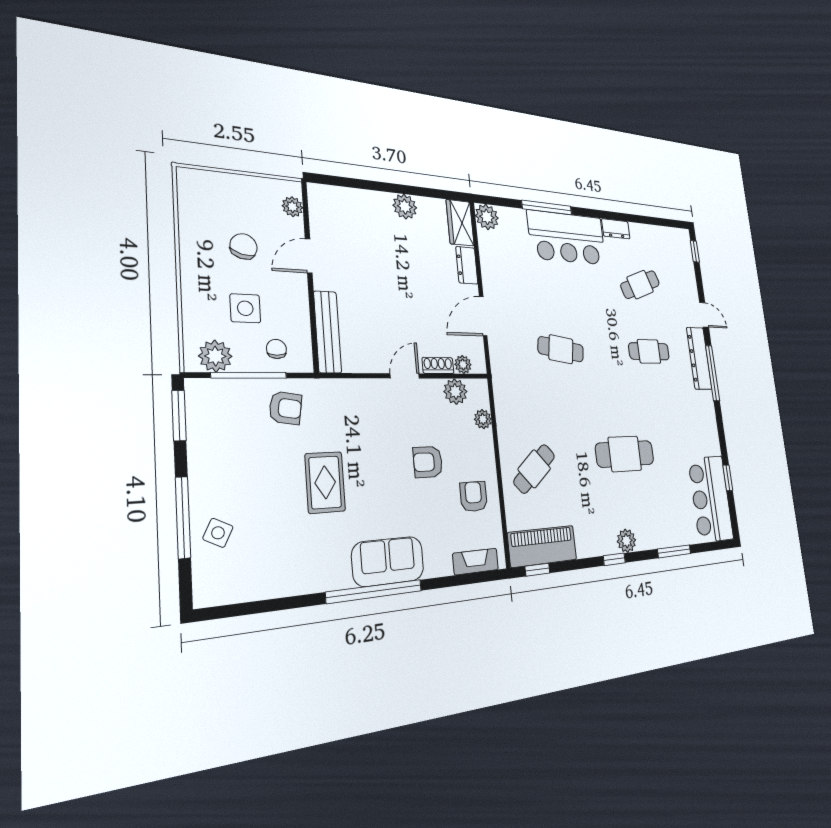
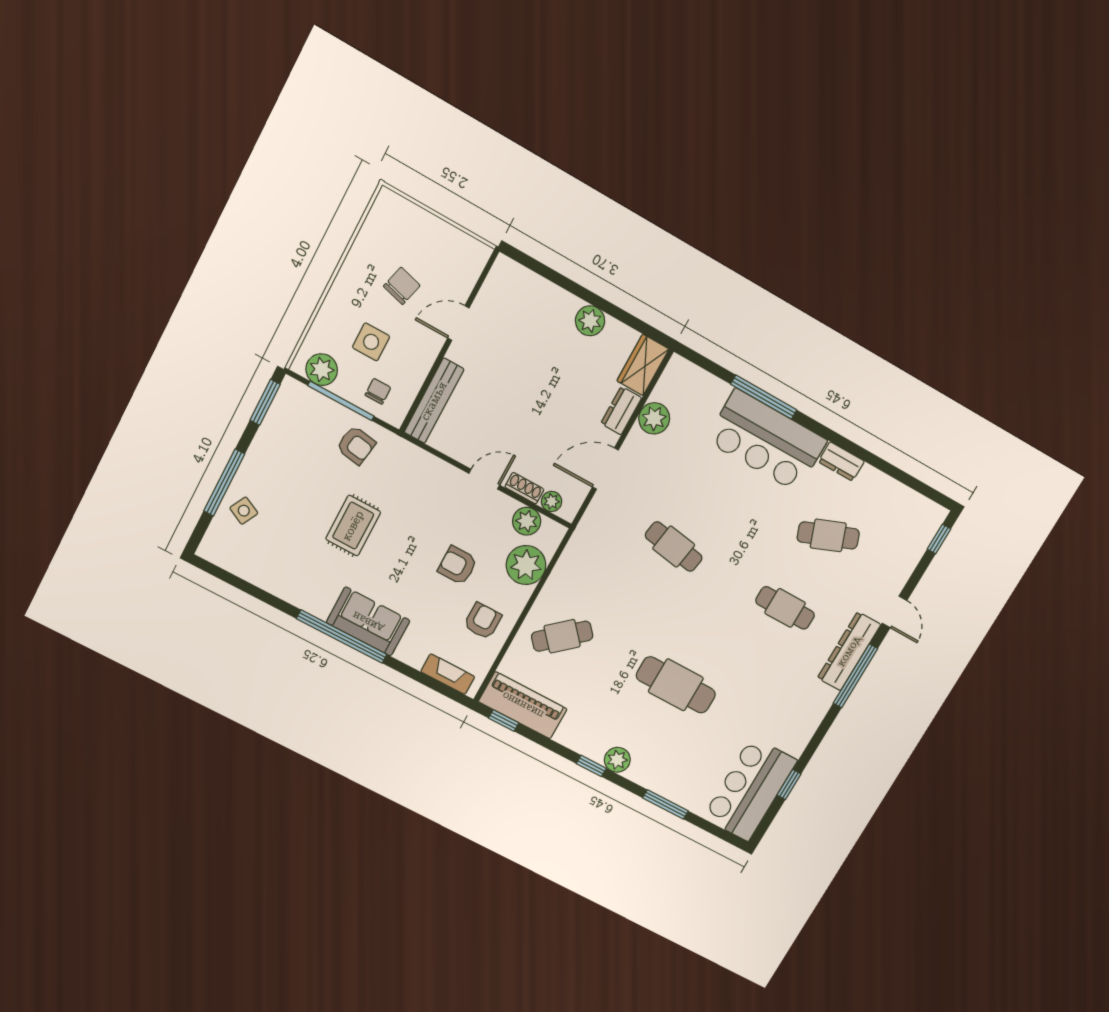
plant: (292, 207) -> (471, 270), removed
plant: (487, 217) -> (654, 418), moved
plant: (483, 419) -> (526, 565), width x1.88, depth x1.88

